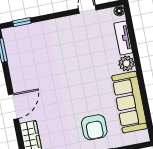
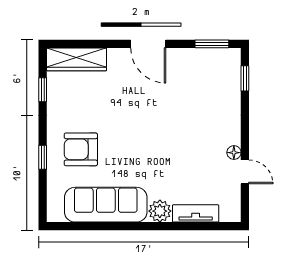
floor lamp: (119, 11) -> (234, 153), moved
door: (13, 107) -> (148, 44), moved

